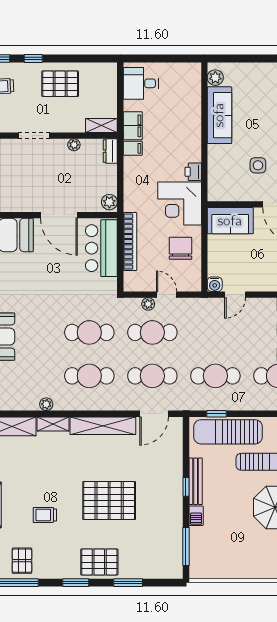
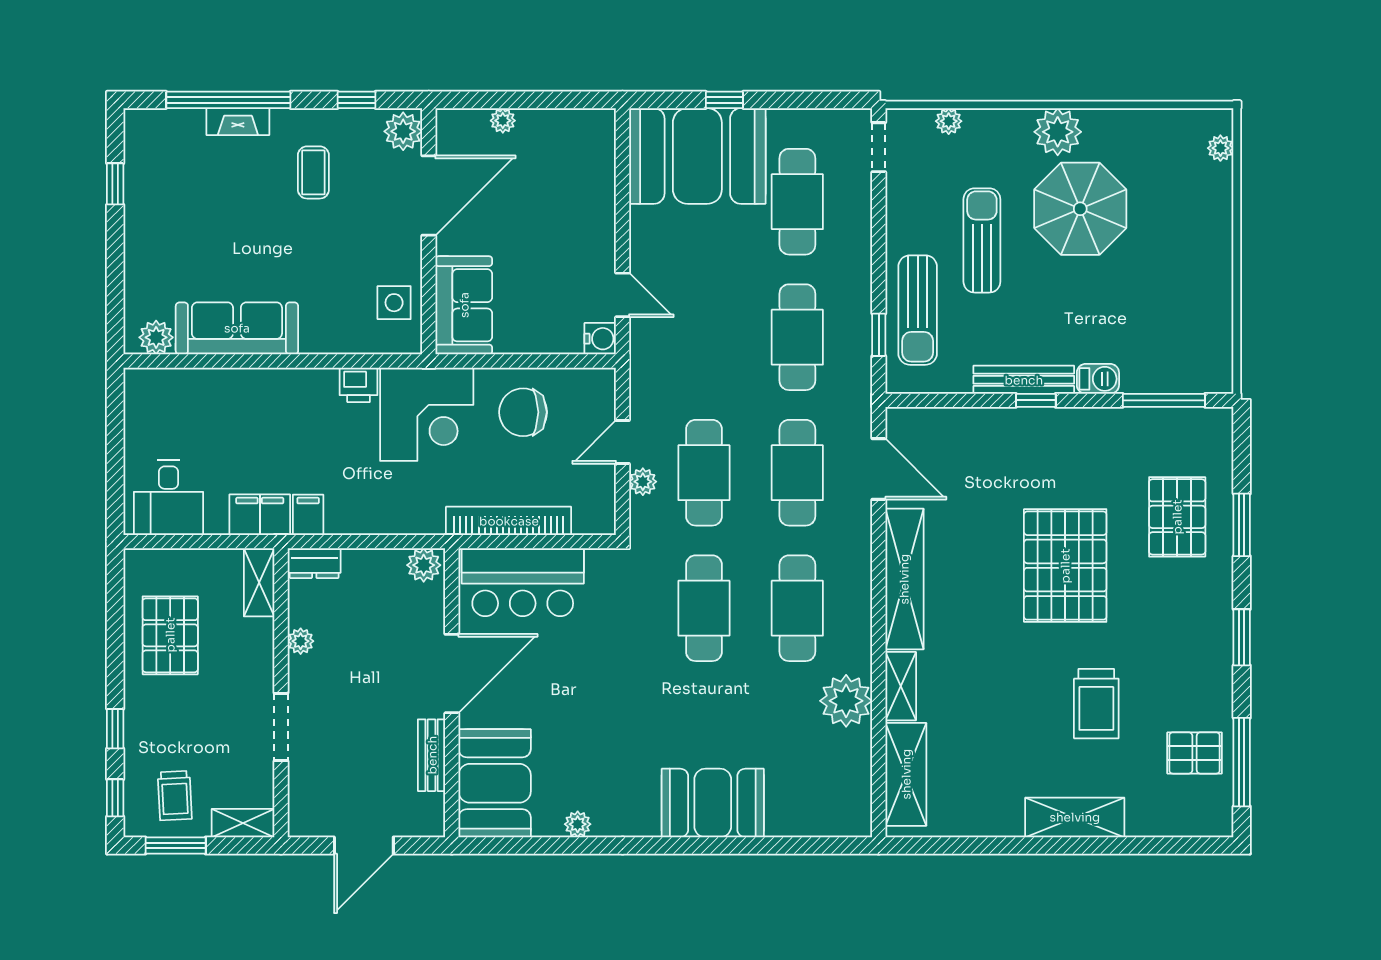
pallet: (60, 84) -> (170, 635), moved
side table: (258, 165) -> (394, 303), moved
bench: (21, 206) -> (432, 755), added
plant: (46, 404) -> (846, 701), width x1.87, depth x1.87
sun lounger: (228, 432) -> (918, 310), width x0.73, depth x0.75
trolley: (45, 515) -> (1096, 704), width x1.36, depth x1.39
pallet: (99, 562) -> (1177, 517), moved

